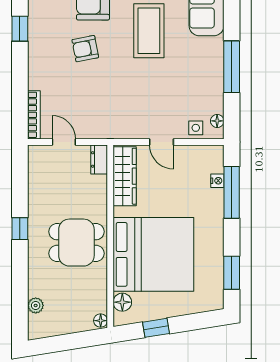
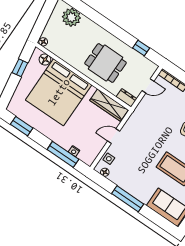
window: (20, 229) -> (141, 48), moved
dining table: (76, 243) -> (105, 63), moved, turned 90
plant: (36, 305) -> (71, 17), width x1.87, depth x1.87

